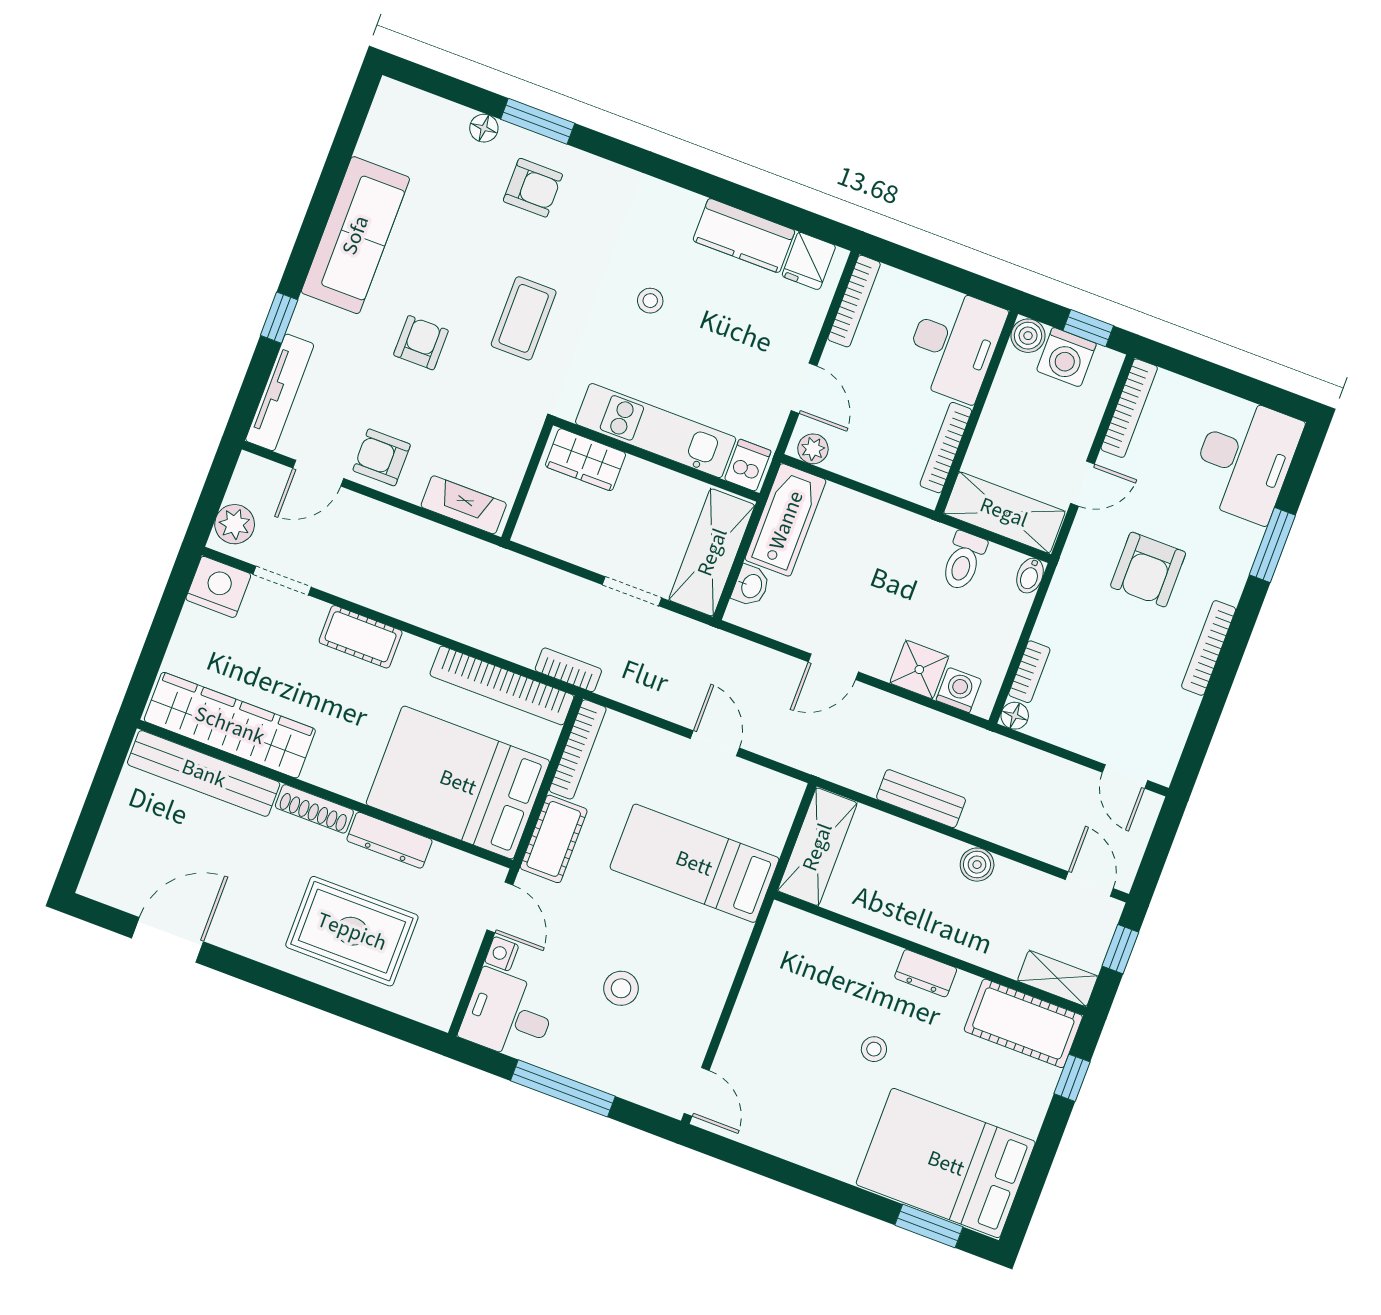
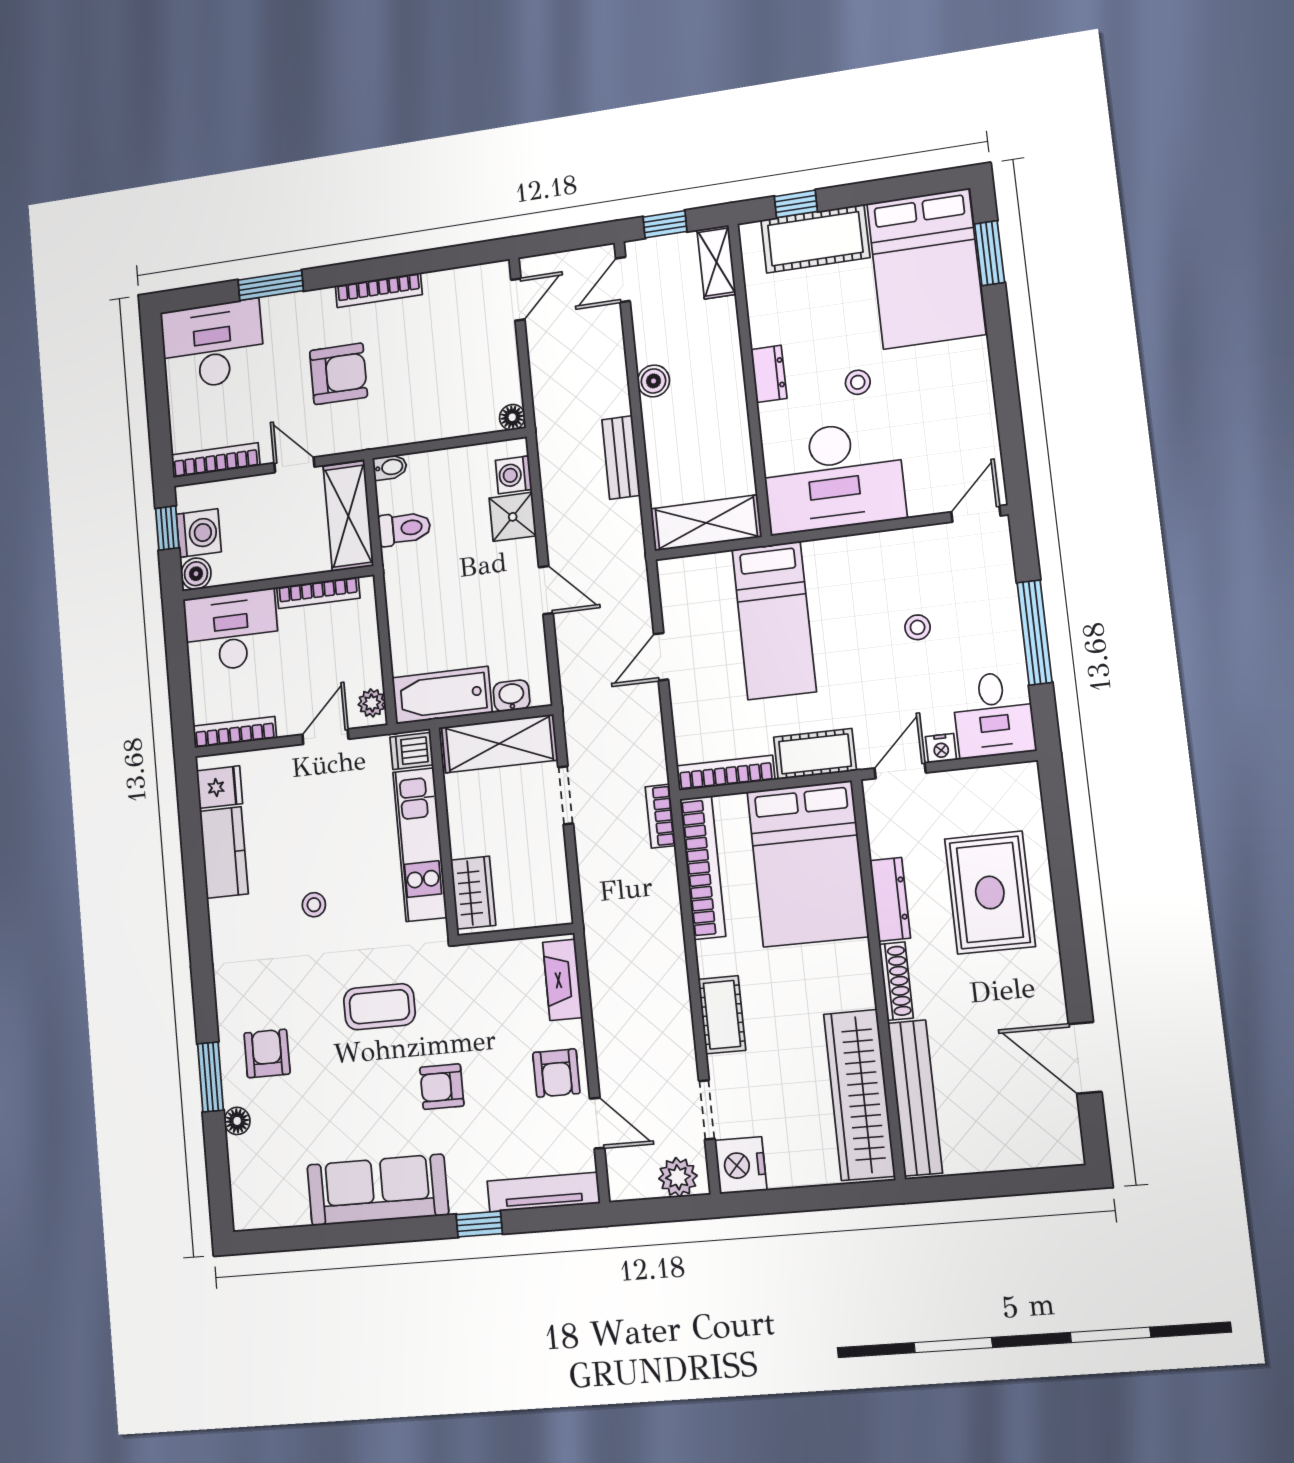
bookcase: (1029, 672) -> (470, 425), removed
desk: (798, 983) -> (833, 477), added
stool: (621, 988) -> (918, 627), width x0.73, depth x0.73
cot: (1023, 1023) -> (815, 239), moved, turned 90

